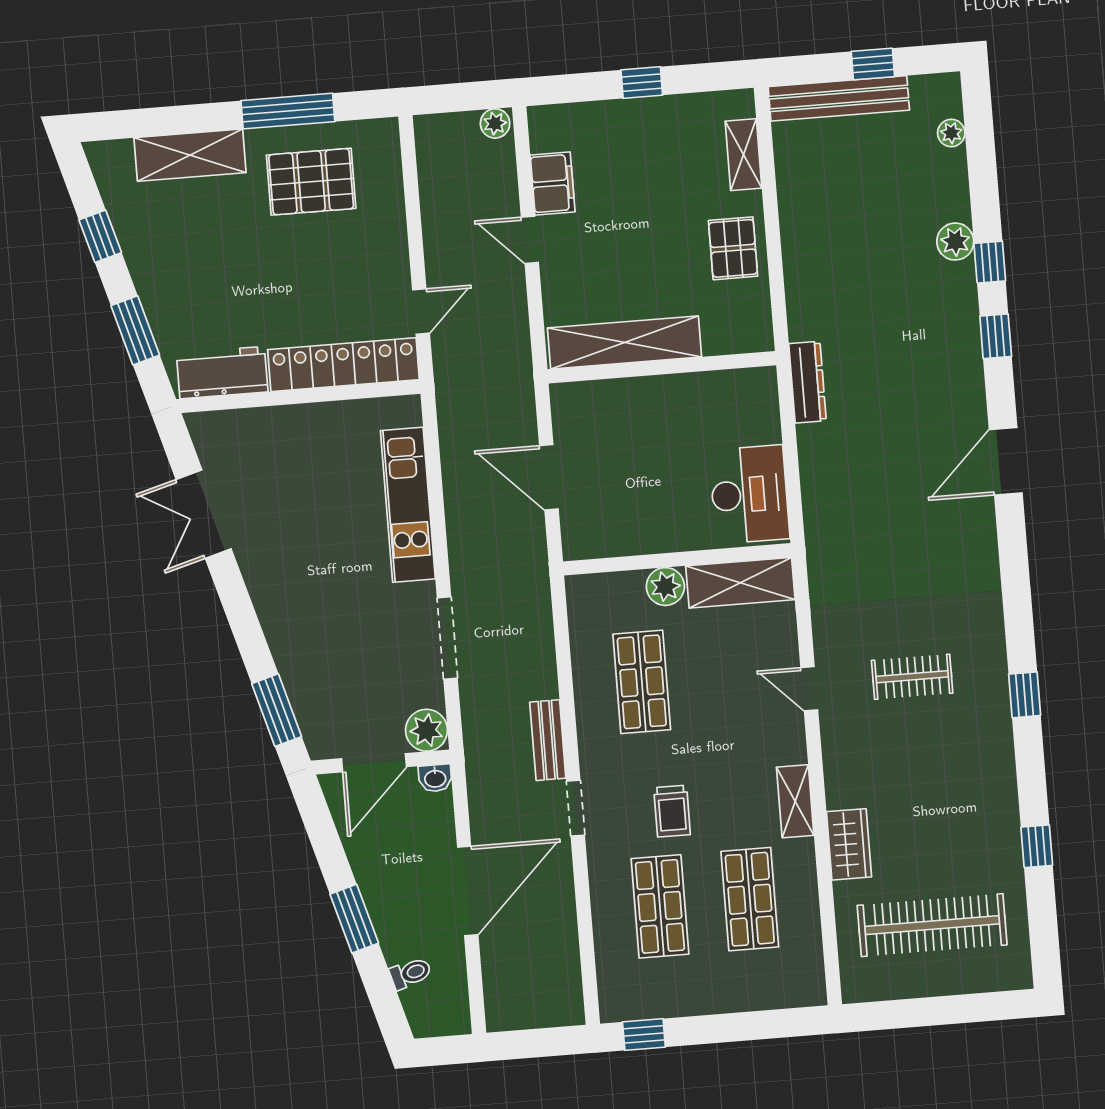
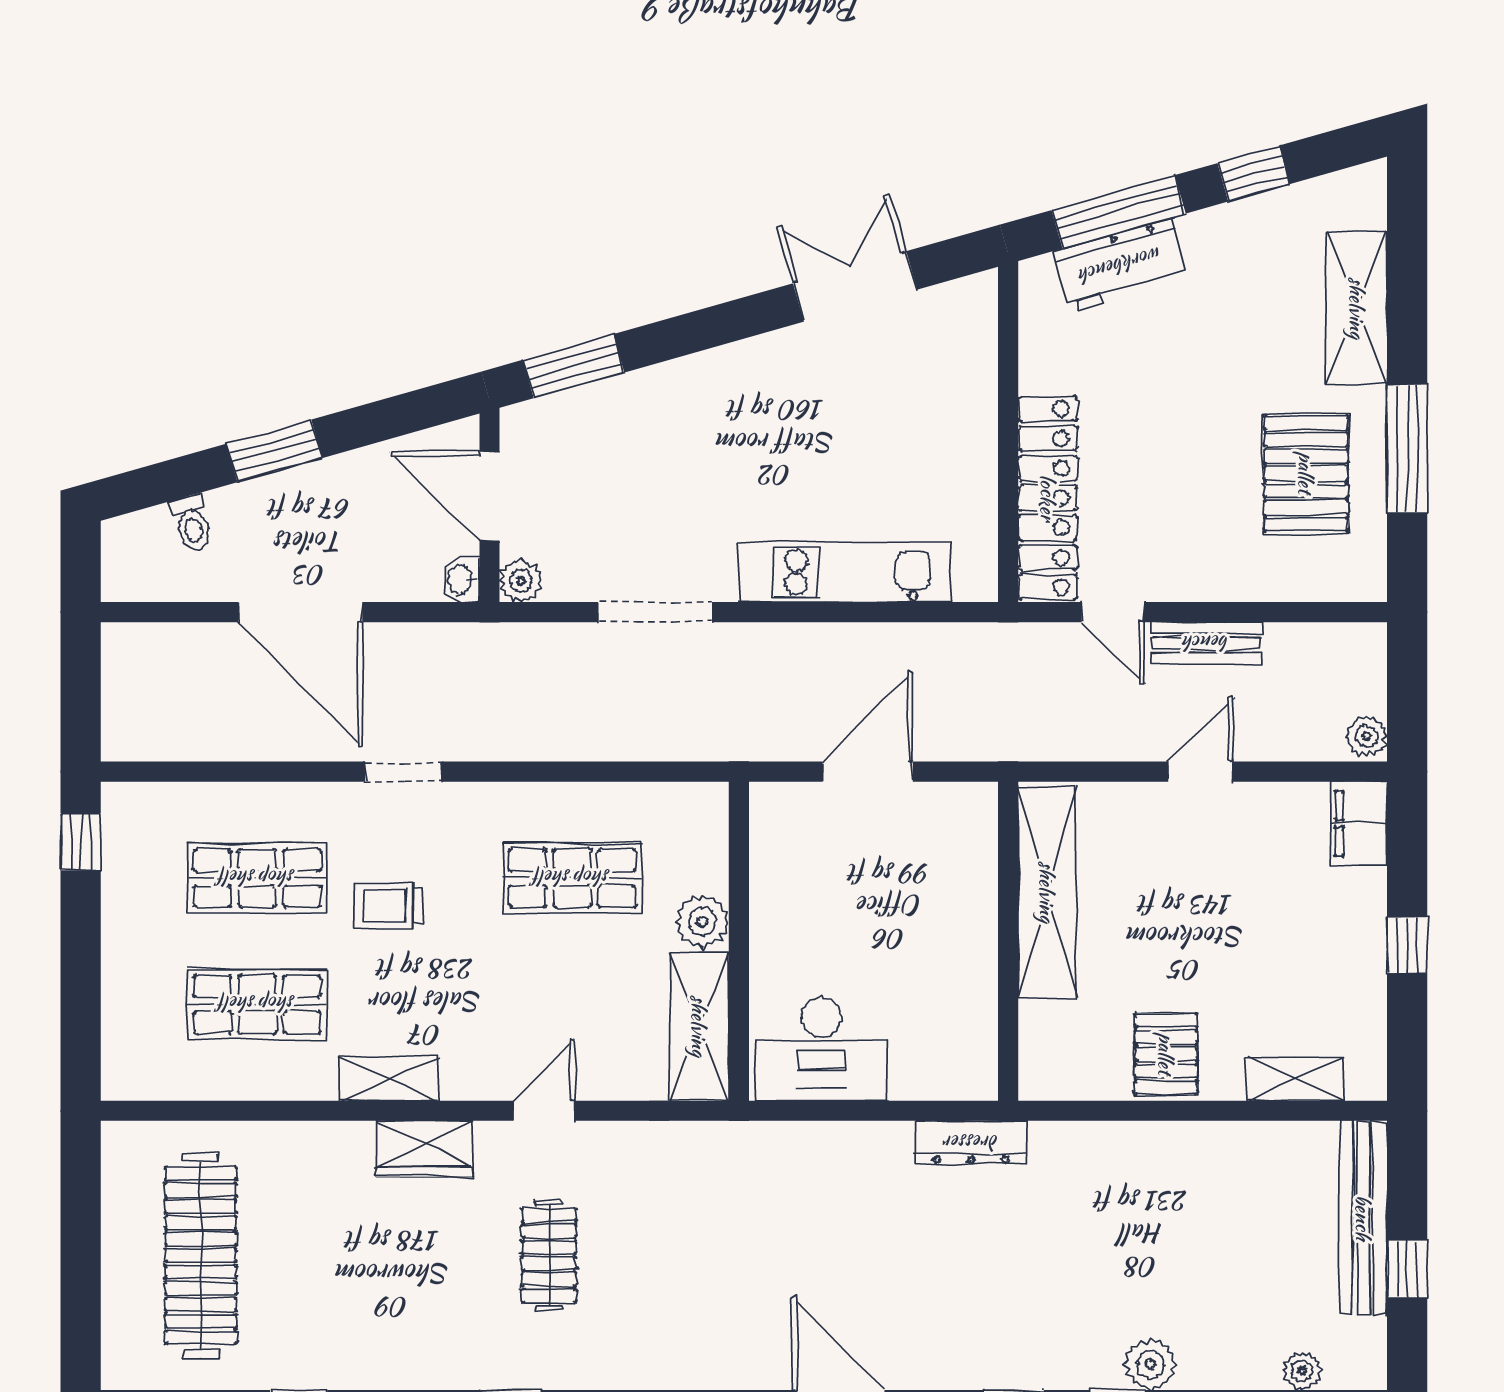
filing cabinet: (553, 183) -> (1359, 824), moved, turned 90
pallet: (733, 248) -> (1166, 1054), turned 90
window: (135, 330) -> (1119, 212), width x1.44
workbench: (222, 373) -> (1121, 265), moved, turned 74
plant: (427, 730) -> (521, 581), width x0.73, depth x0.73
bench: (548, 740) -> (1206, 643), moved
wardrobe: (849, 844) -> (424, 1149), moved

